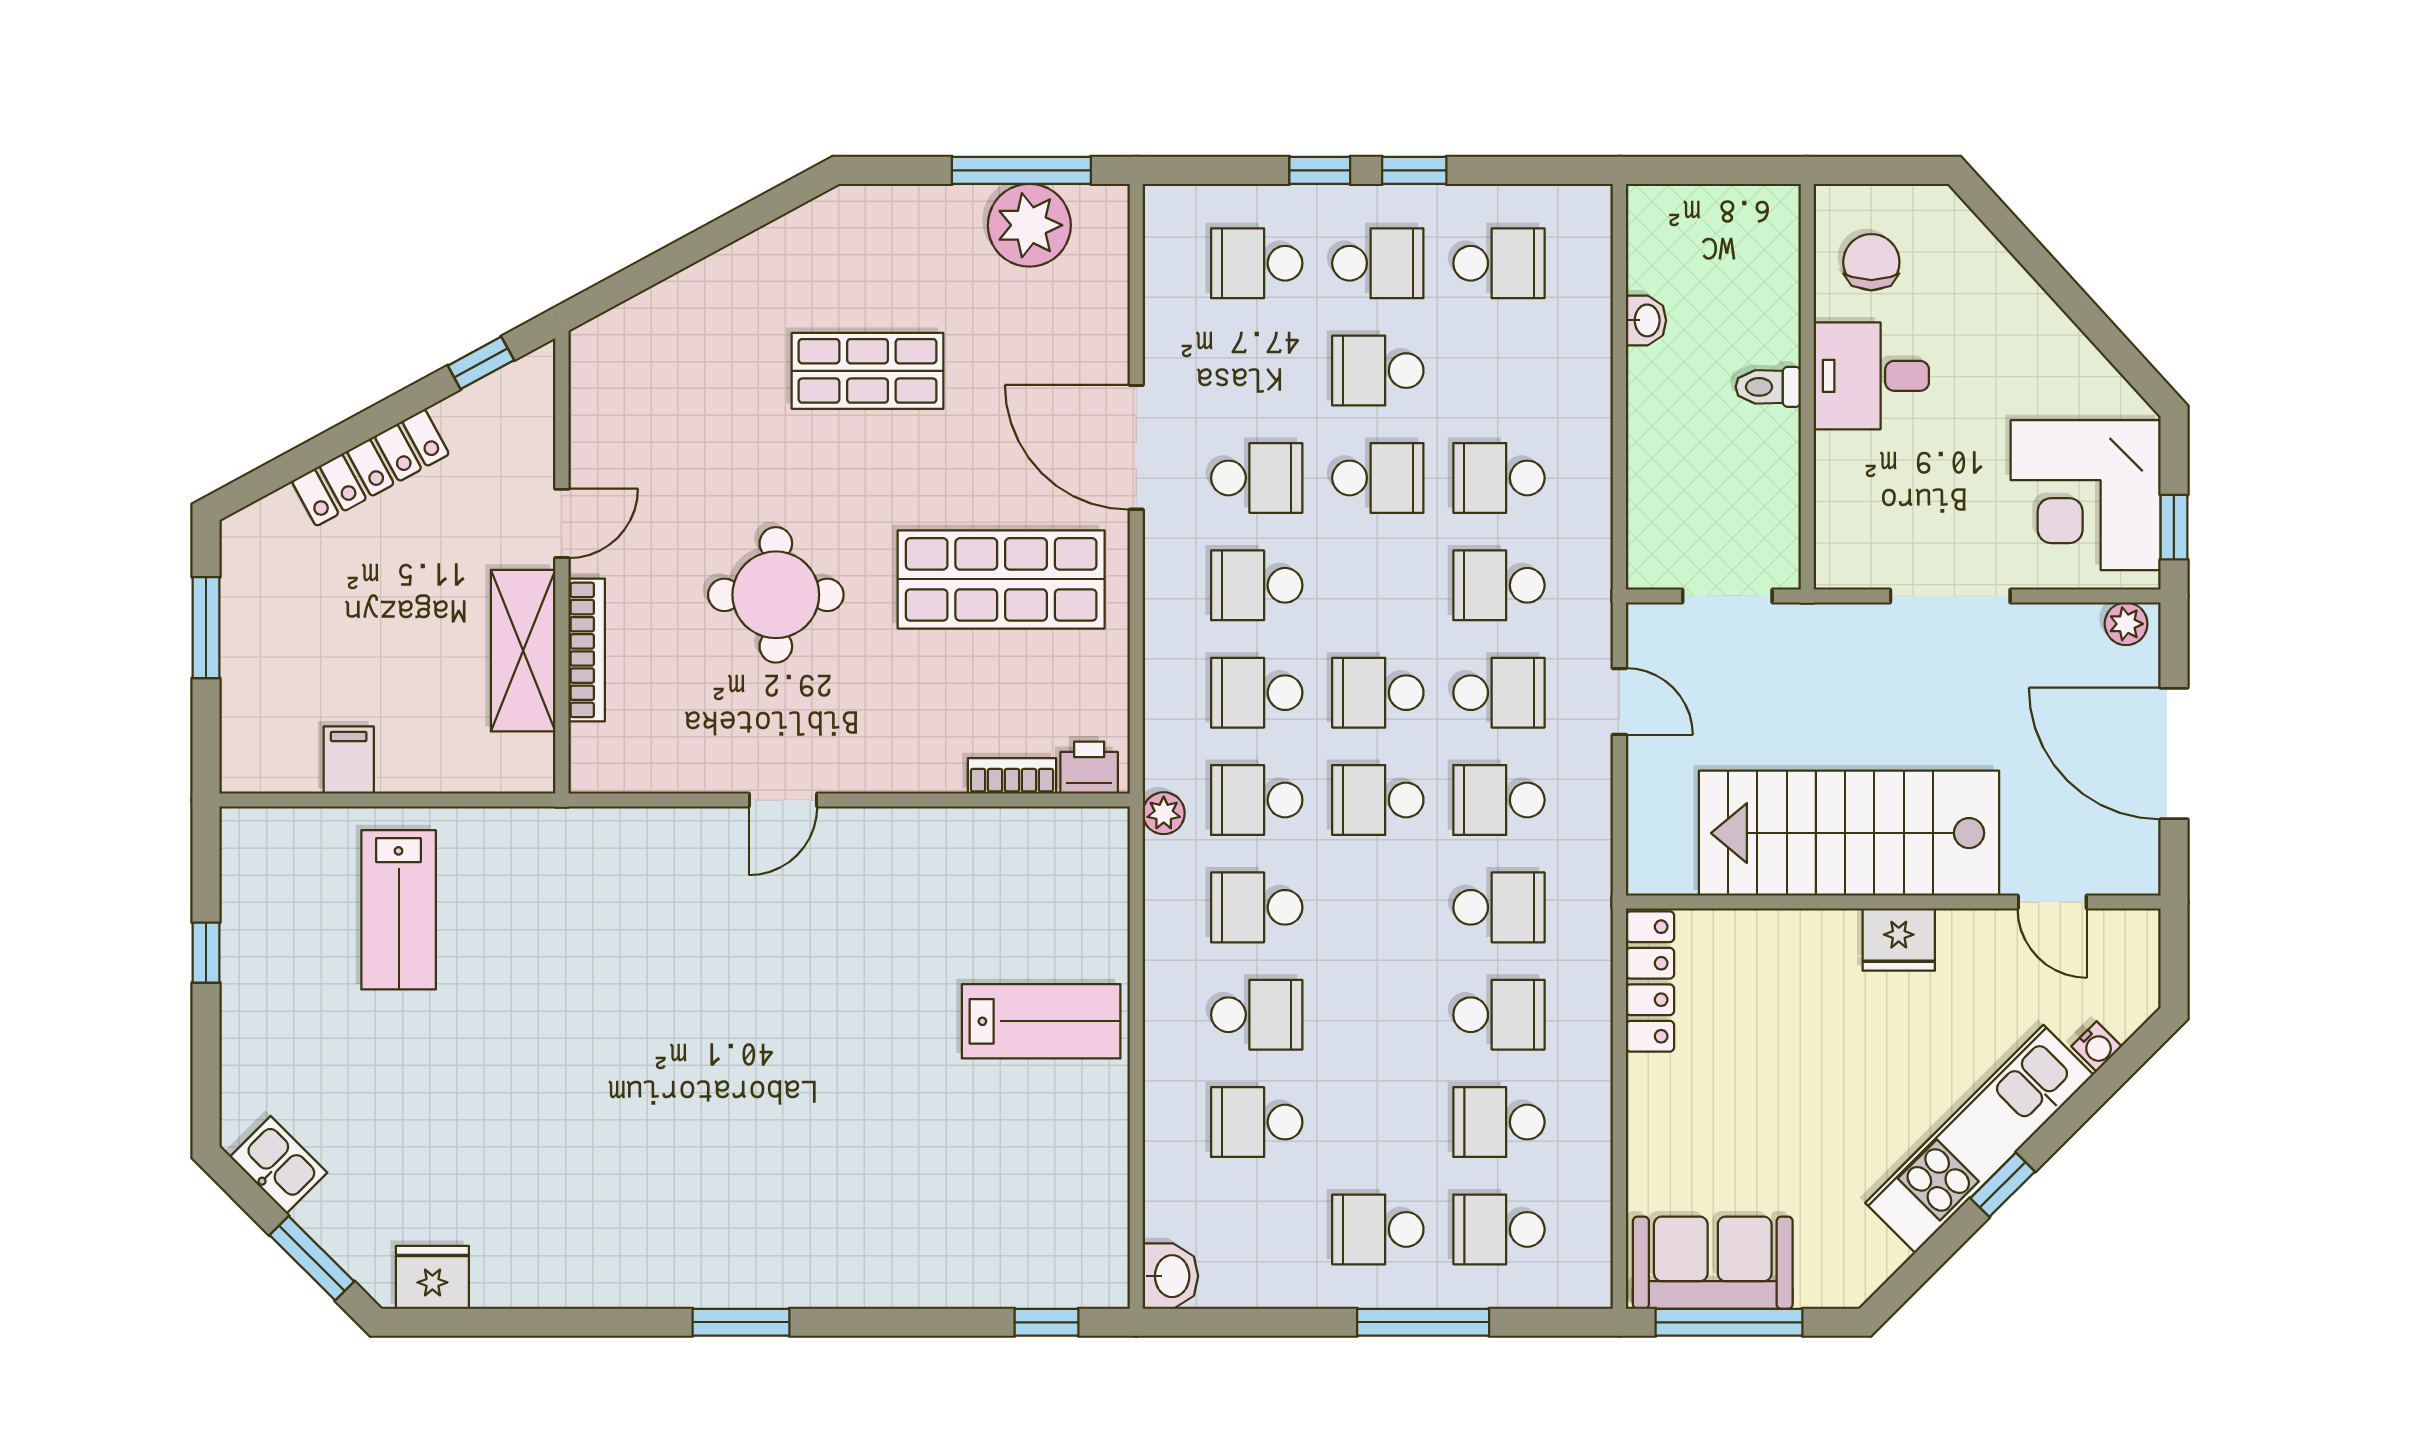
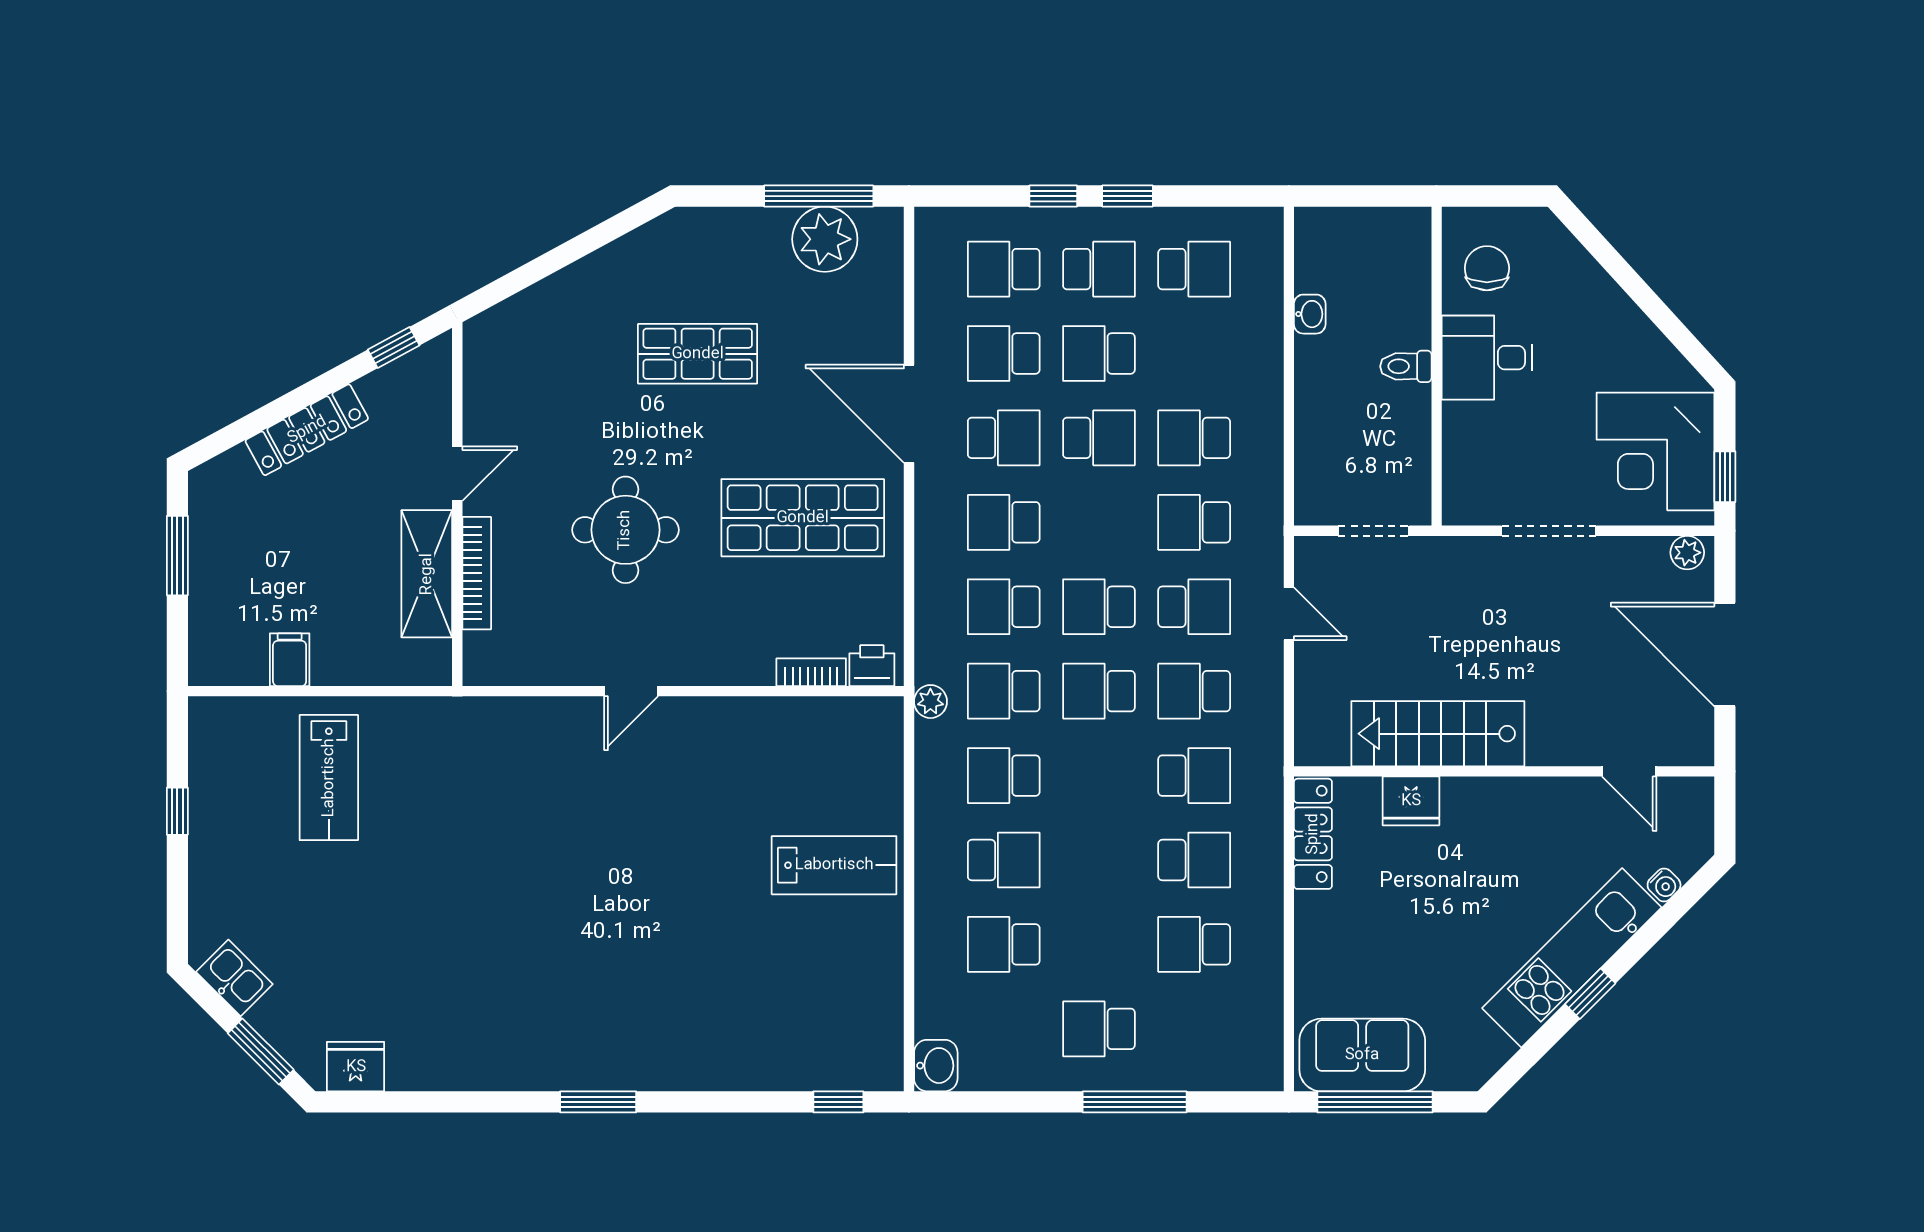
stairs: (1849, 833) -> (1438, 734), width x0.73, depth x0.66
fridge: (1899, 940) -> (1411, 801), moved
school desk: (1499, 1229) -> (1004, 353), moved

